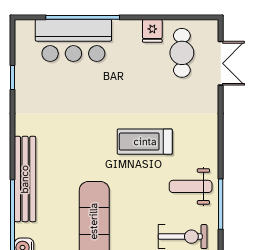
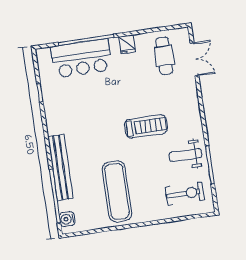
fridge: (152, 31) -> (127, 44), moved
treadmill: (145, 142) -> (146, 126), turned 180

